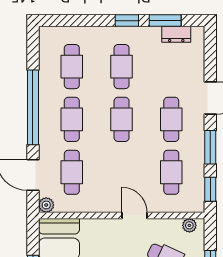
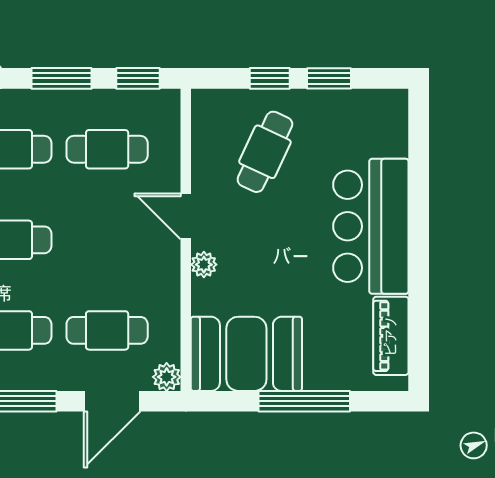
door: (134, 216) -> (186, 216), hinge flipped
plant: (189, 225) -> (204, 265), moved

